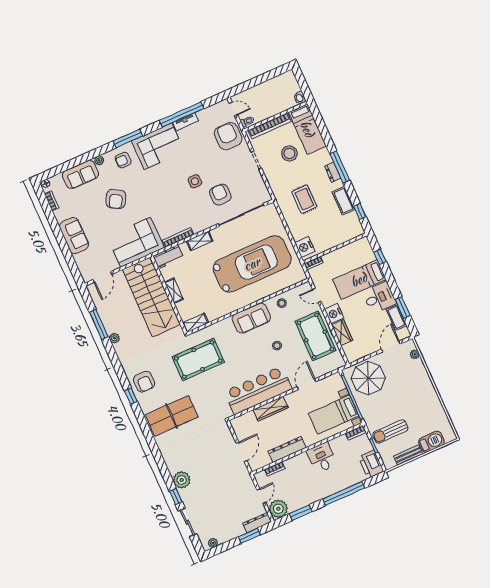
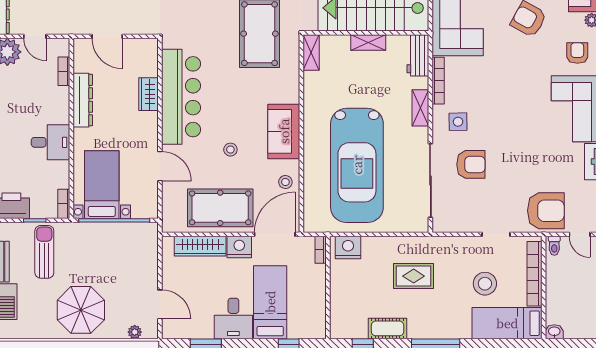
door: (233, 109) -> (580, 234), hinge flipped
dresser: (333, 172) -> (433, 331), removed
side table: (195, 181) -> (458, 122), moved
door: (317, 295) -> (275, 234), width x1.87
cot: (396, 318) -> (196, 330), removed
wardrobe: (342, 333) -> (200, 246), width x1.50
parasol: (368, 378) -> (81, 310), moved
wardrobe: (271, 409) -> (148, 94), width x0.67

